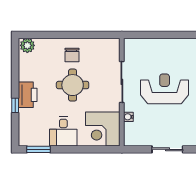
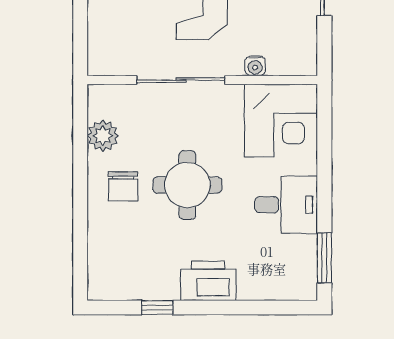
plant: (27, 45) -> (103, 136), moved
chair: (72, 55) -> (123, 186), turned 90
window: (15, 105) -> (157, 308), moved

